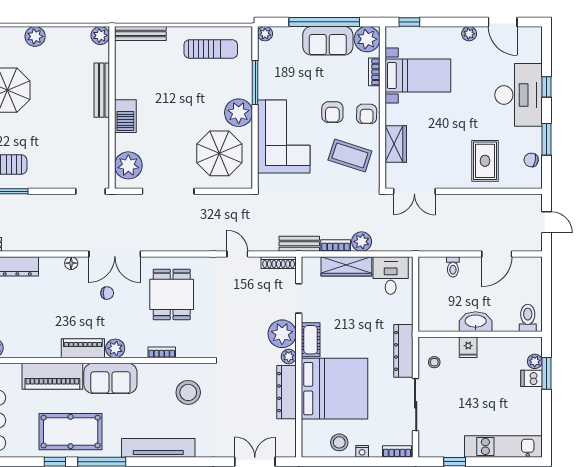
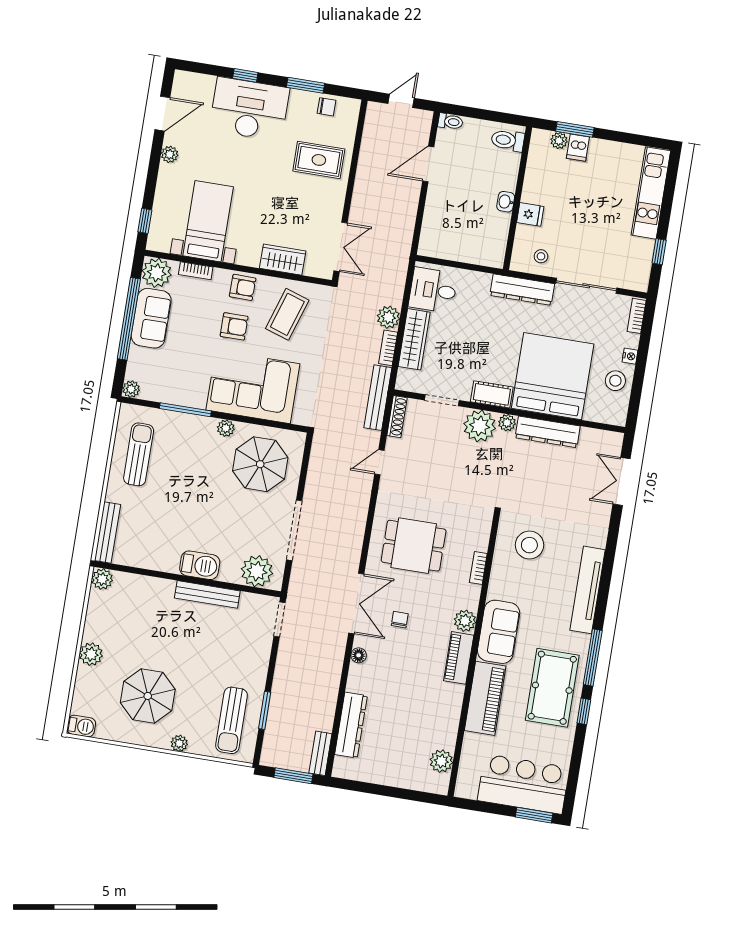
bench: (102, 90) -> (207, 594), moved
plant: (239, 113) -> (226, 428), width x0.53, depth x0.53
chair: (531, 160) -> (327, 107), turned -102
bench: (299, 244) -> (378, 398), width x1.36
door: (497, 254) -> (428, 164), swing flipped
toilet: (453, 267) -> (450, 122), moved
washbasin: (476, 322) -> (506, 202), width x0.52, depth x0.69

